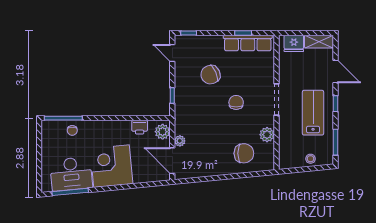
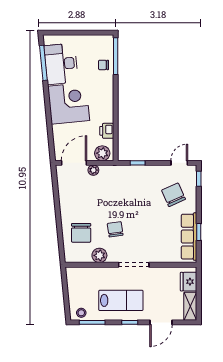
chair: (210, 75) -> (174, 195), moved
chair: (236, 102) -> (115, 229), moved, turned -98
stool: (311, 159) -> (81, 313), moved

